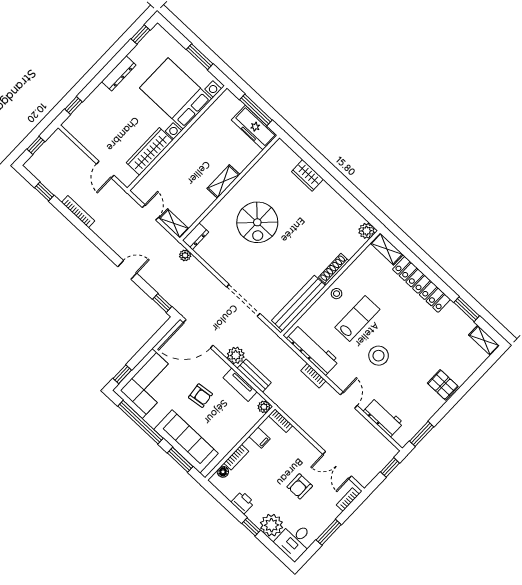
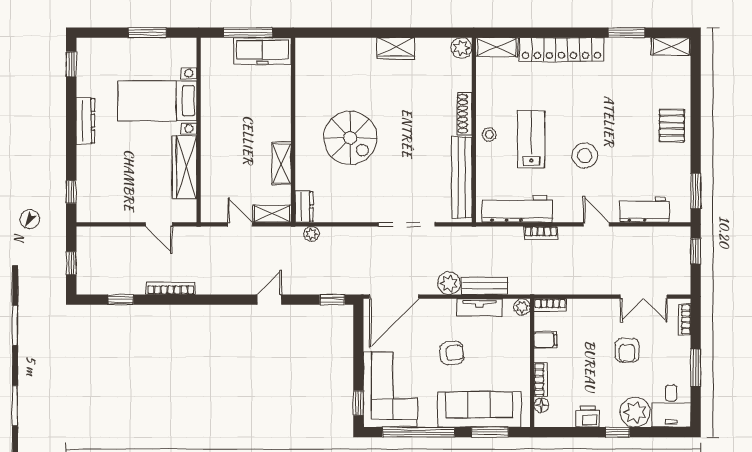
bed with nightstands: (176, 93) -> (157, 101), width x0.73
wardrobe: (307, 175) -> (396, 48), moved
shelving: (223, 181) -> (282, 163), moved
pallet: (443, 385) -> (672, 126), turned 90

